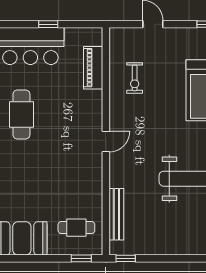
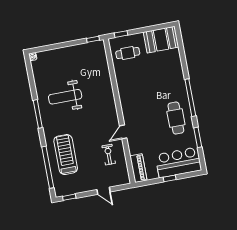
piano: (93, 68) -> (138, 168), moved
door: (106, 141) -> (123, 132), moved
bench: (116, 214) -> (104, 66), removed

